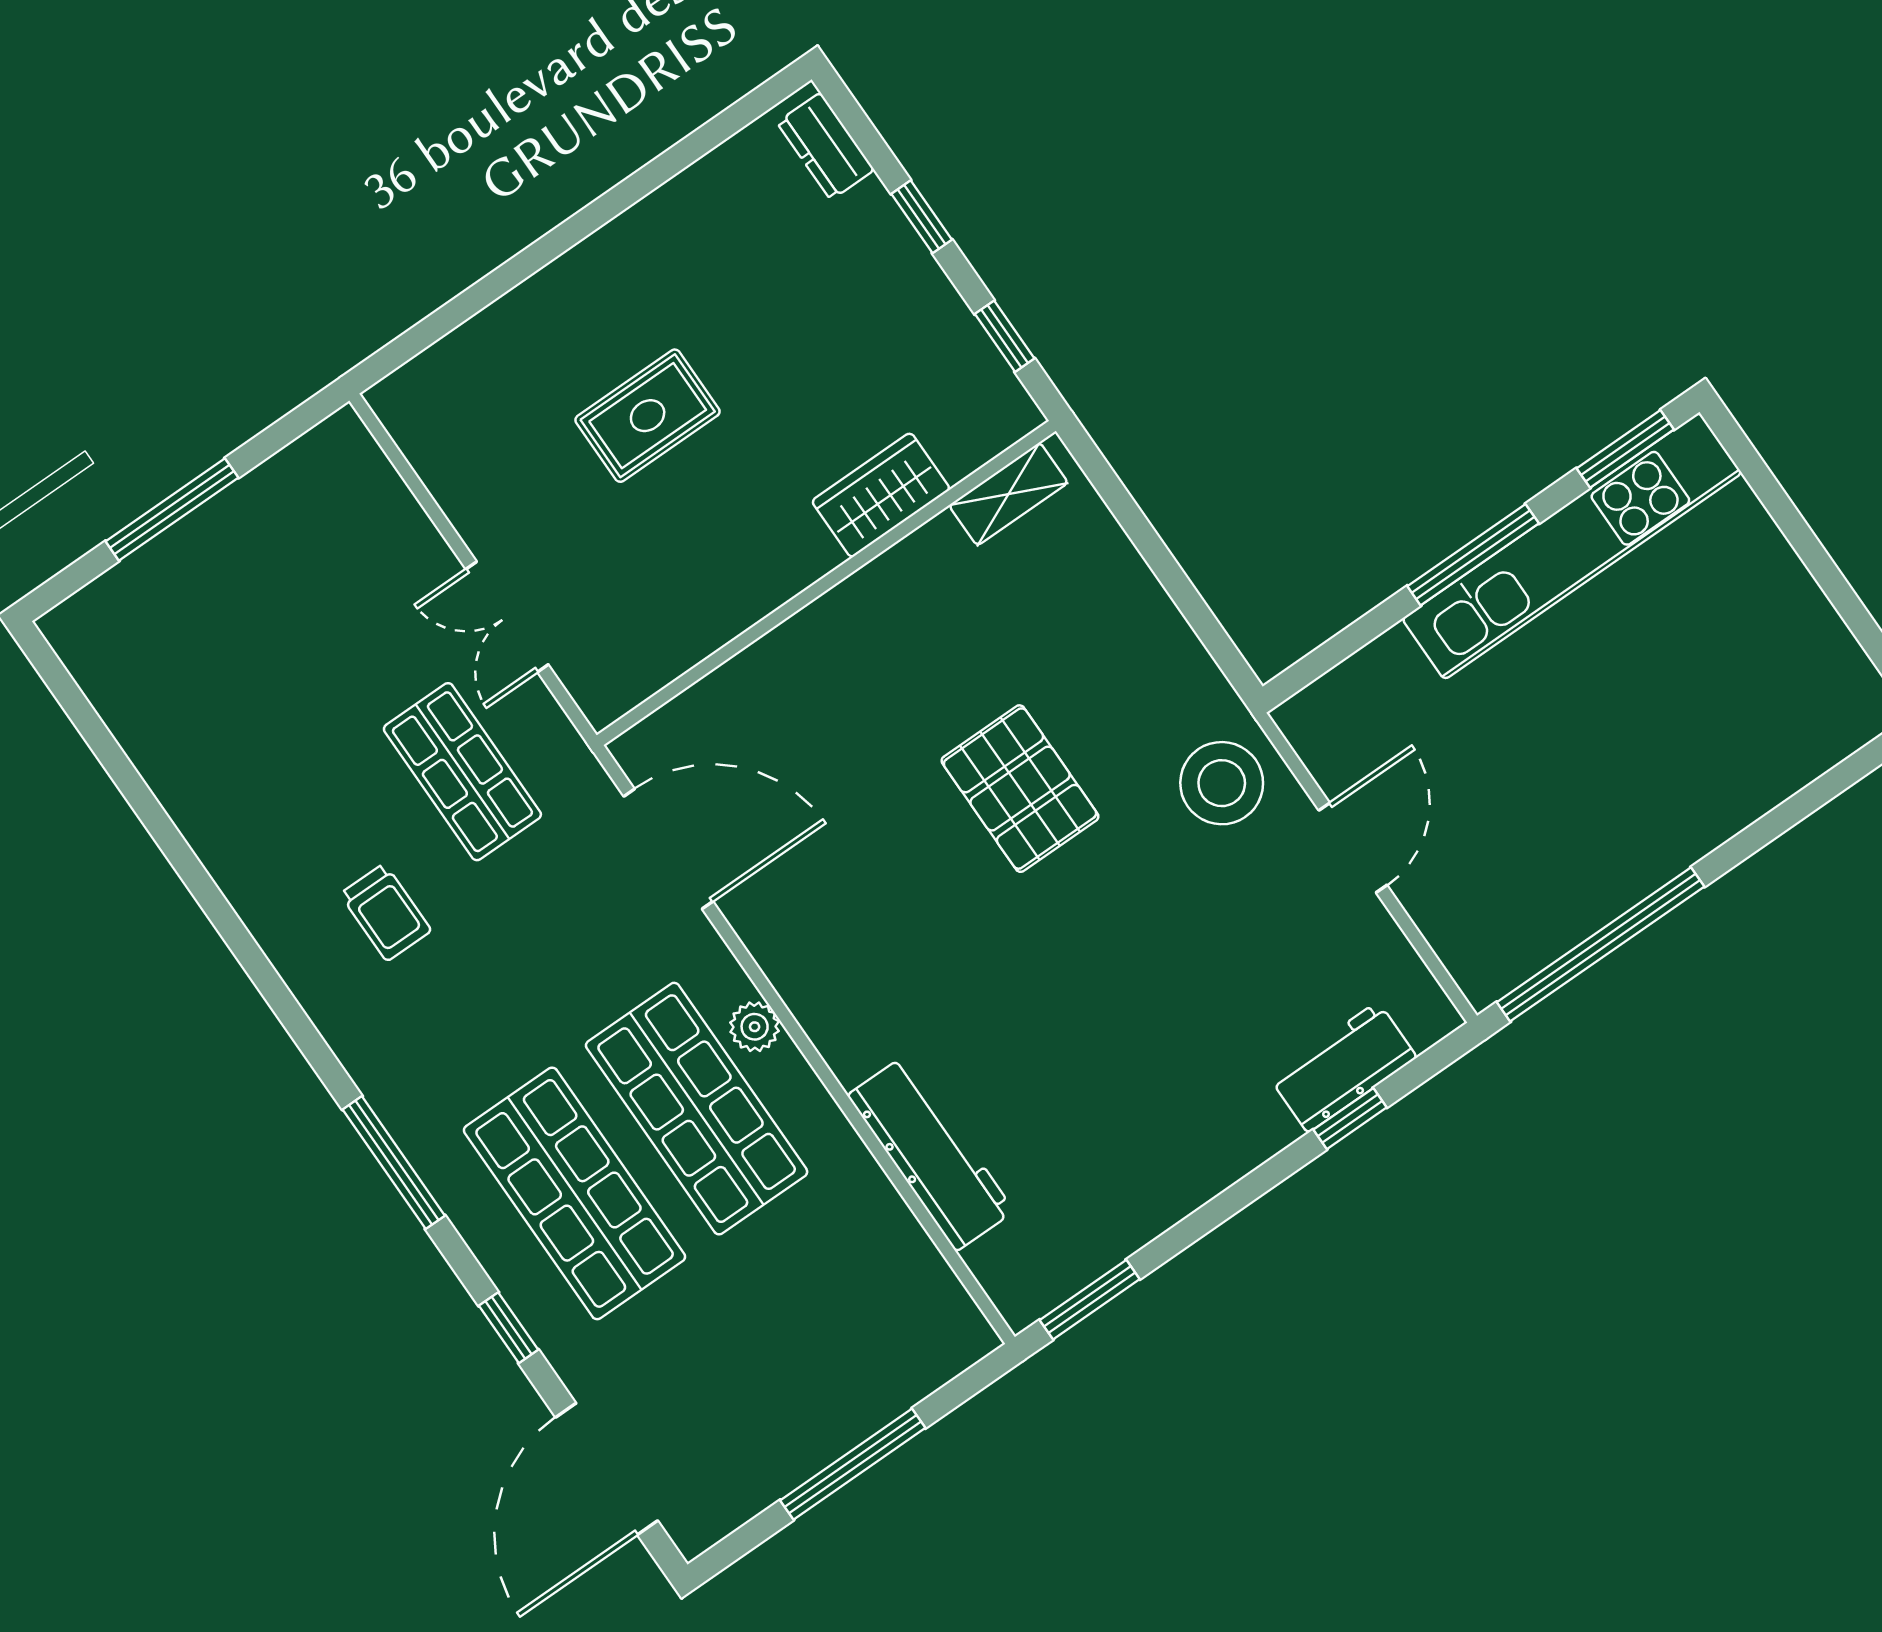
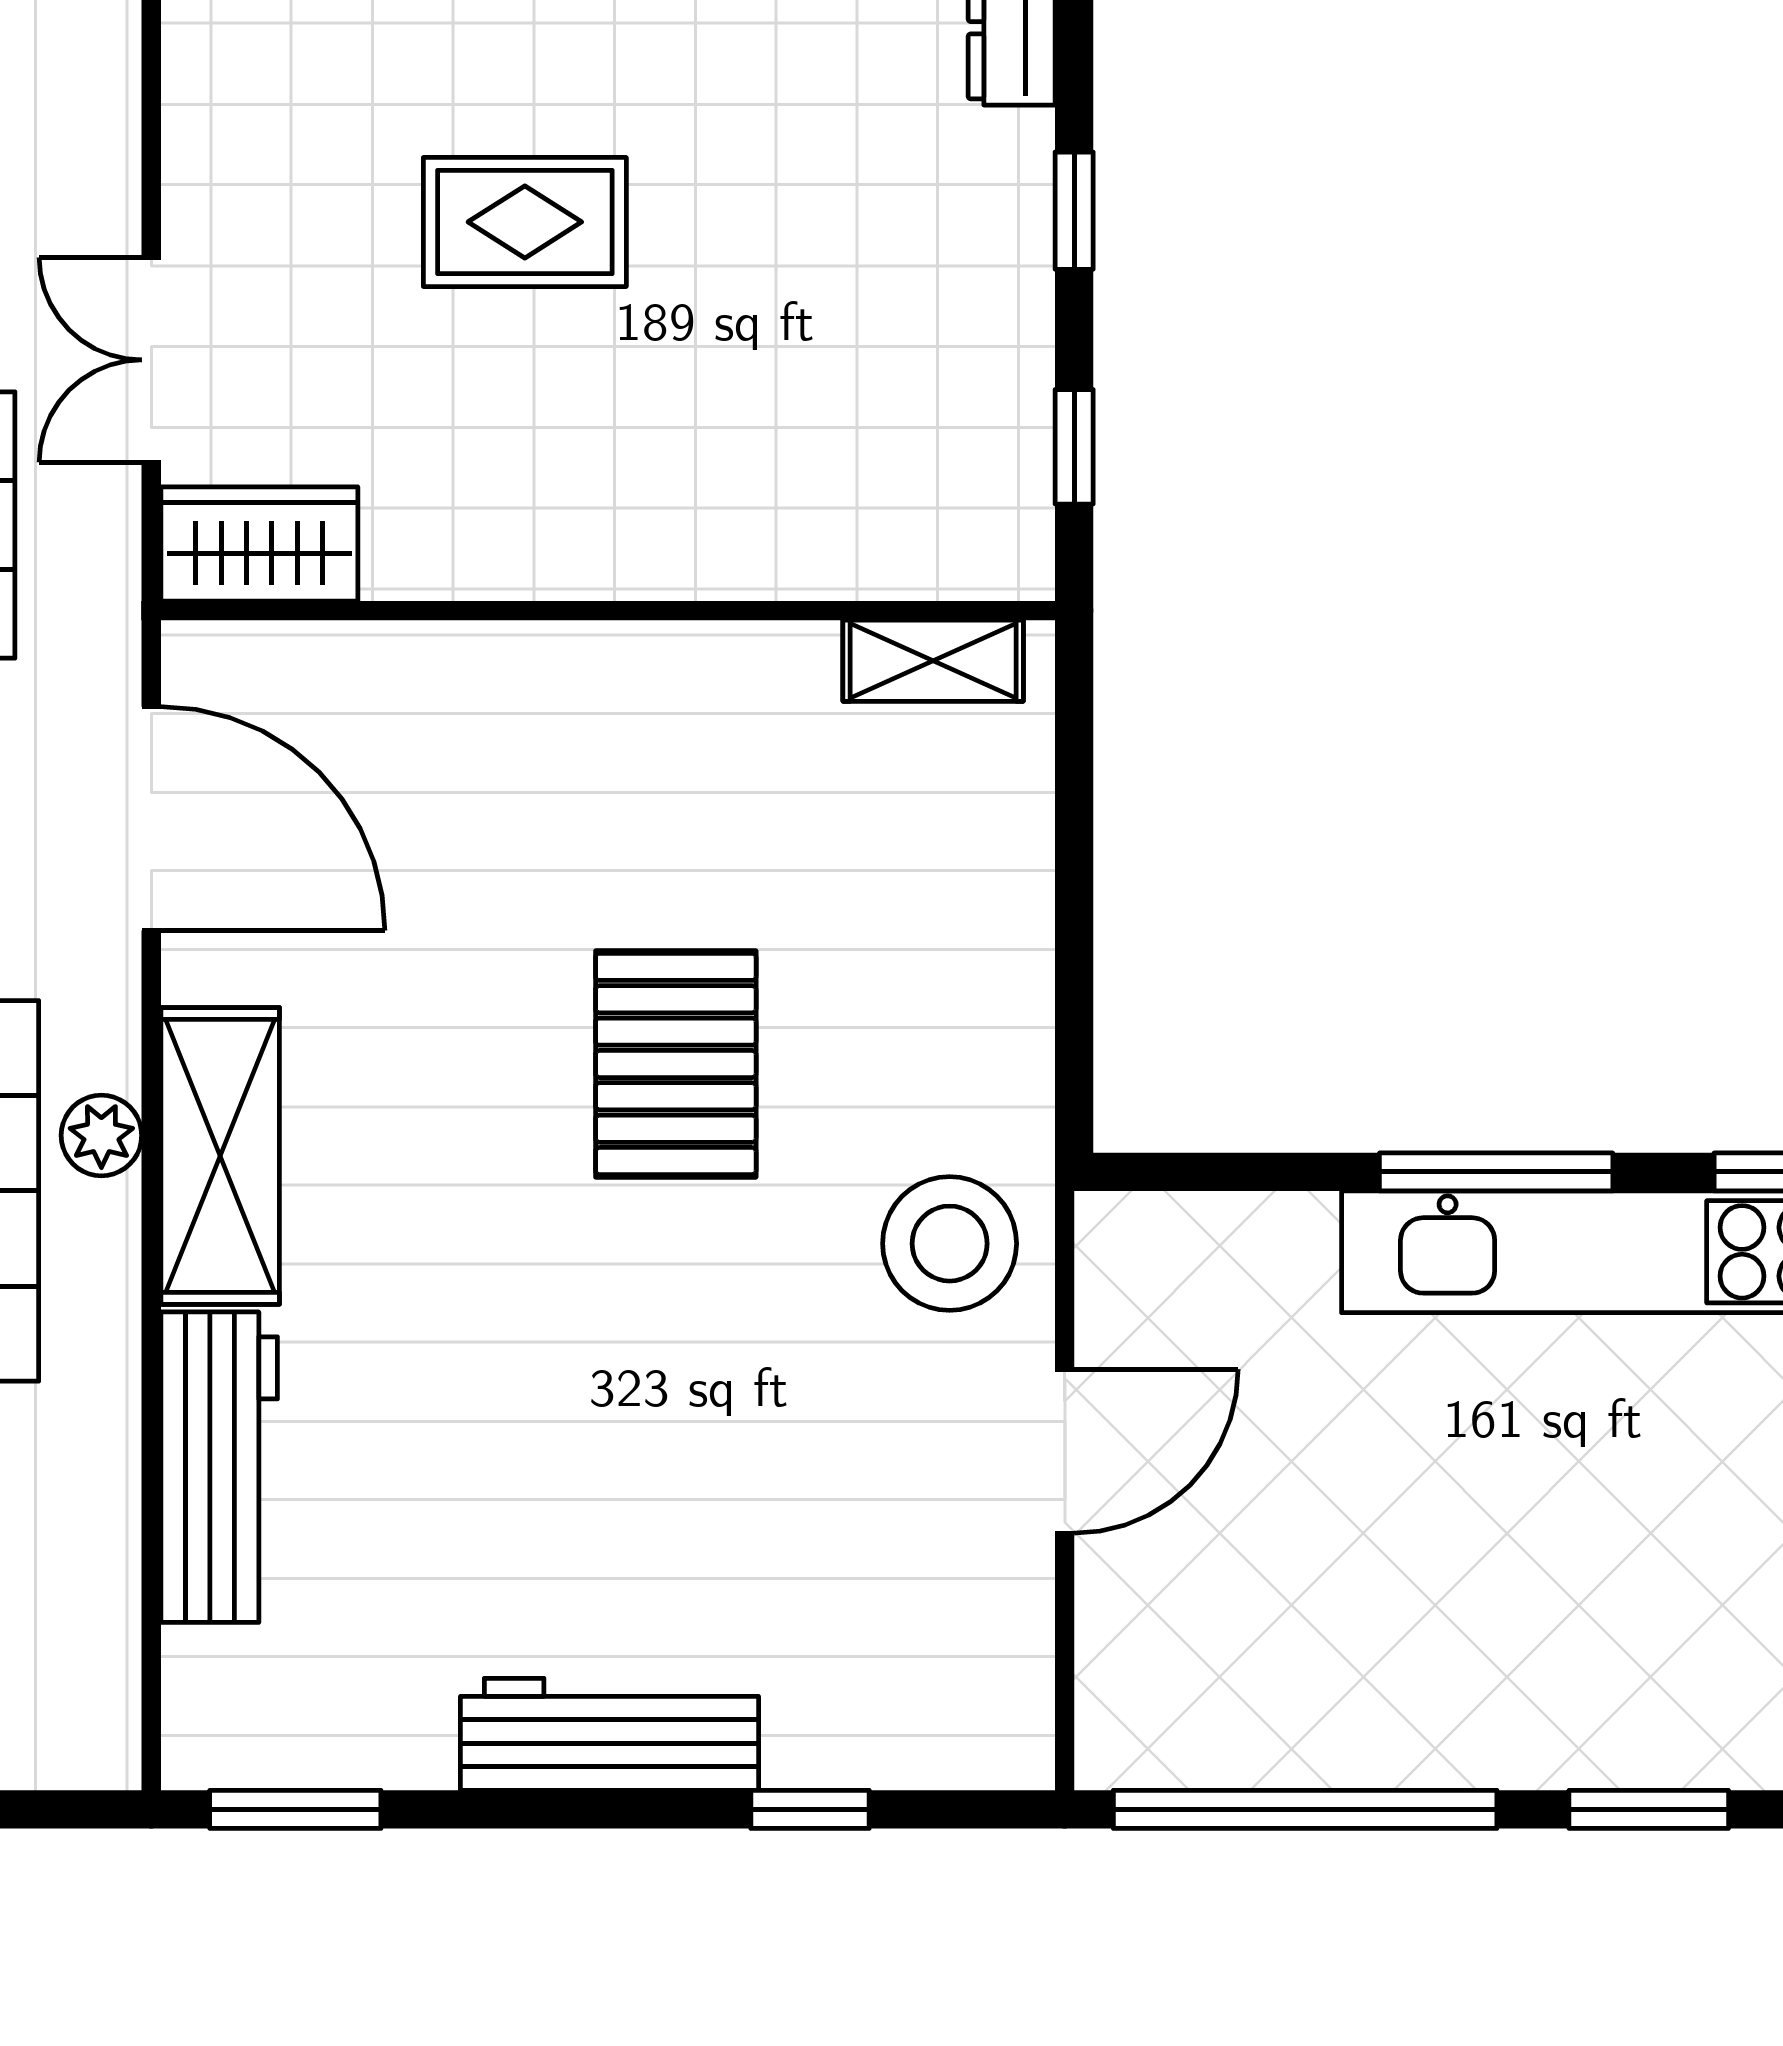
wardrobe: (881, 495) -> (259, 544), moved
window: (1774, 824) -> (1649, 1809), added
shelving: (822, 995) -> (220, 1156), added
workbench: (1343, 1067) -> (610, 1734), moved, width x1.38

